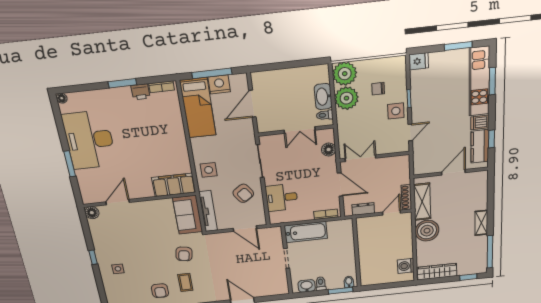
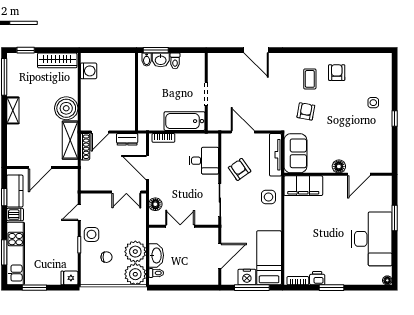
toilet: (325, 115) -> (156, 273), moved
floor lamp: (92, 213) -> (339, 166), moved
washbasin: (307, 286) -> (161, 60), moved

